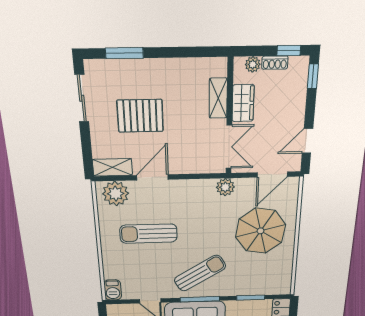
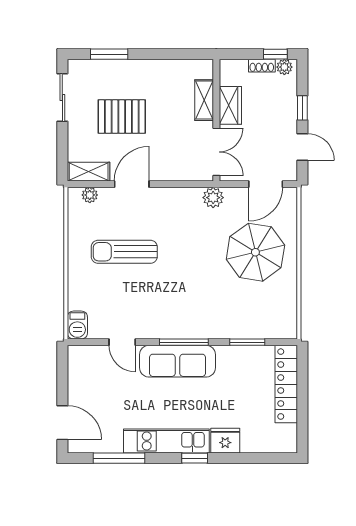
plant: (253, 64) -> (284, 67), moved
window: (313, 76) -> (302, 108), moved
door: (307, 141) -> (302, 147), swing flipped
plant: (116, 194) -> (90, 195), width x0.53, depth x0.53
sun lounger: (200, 273) -> (184, 306), removed

